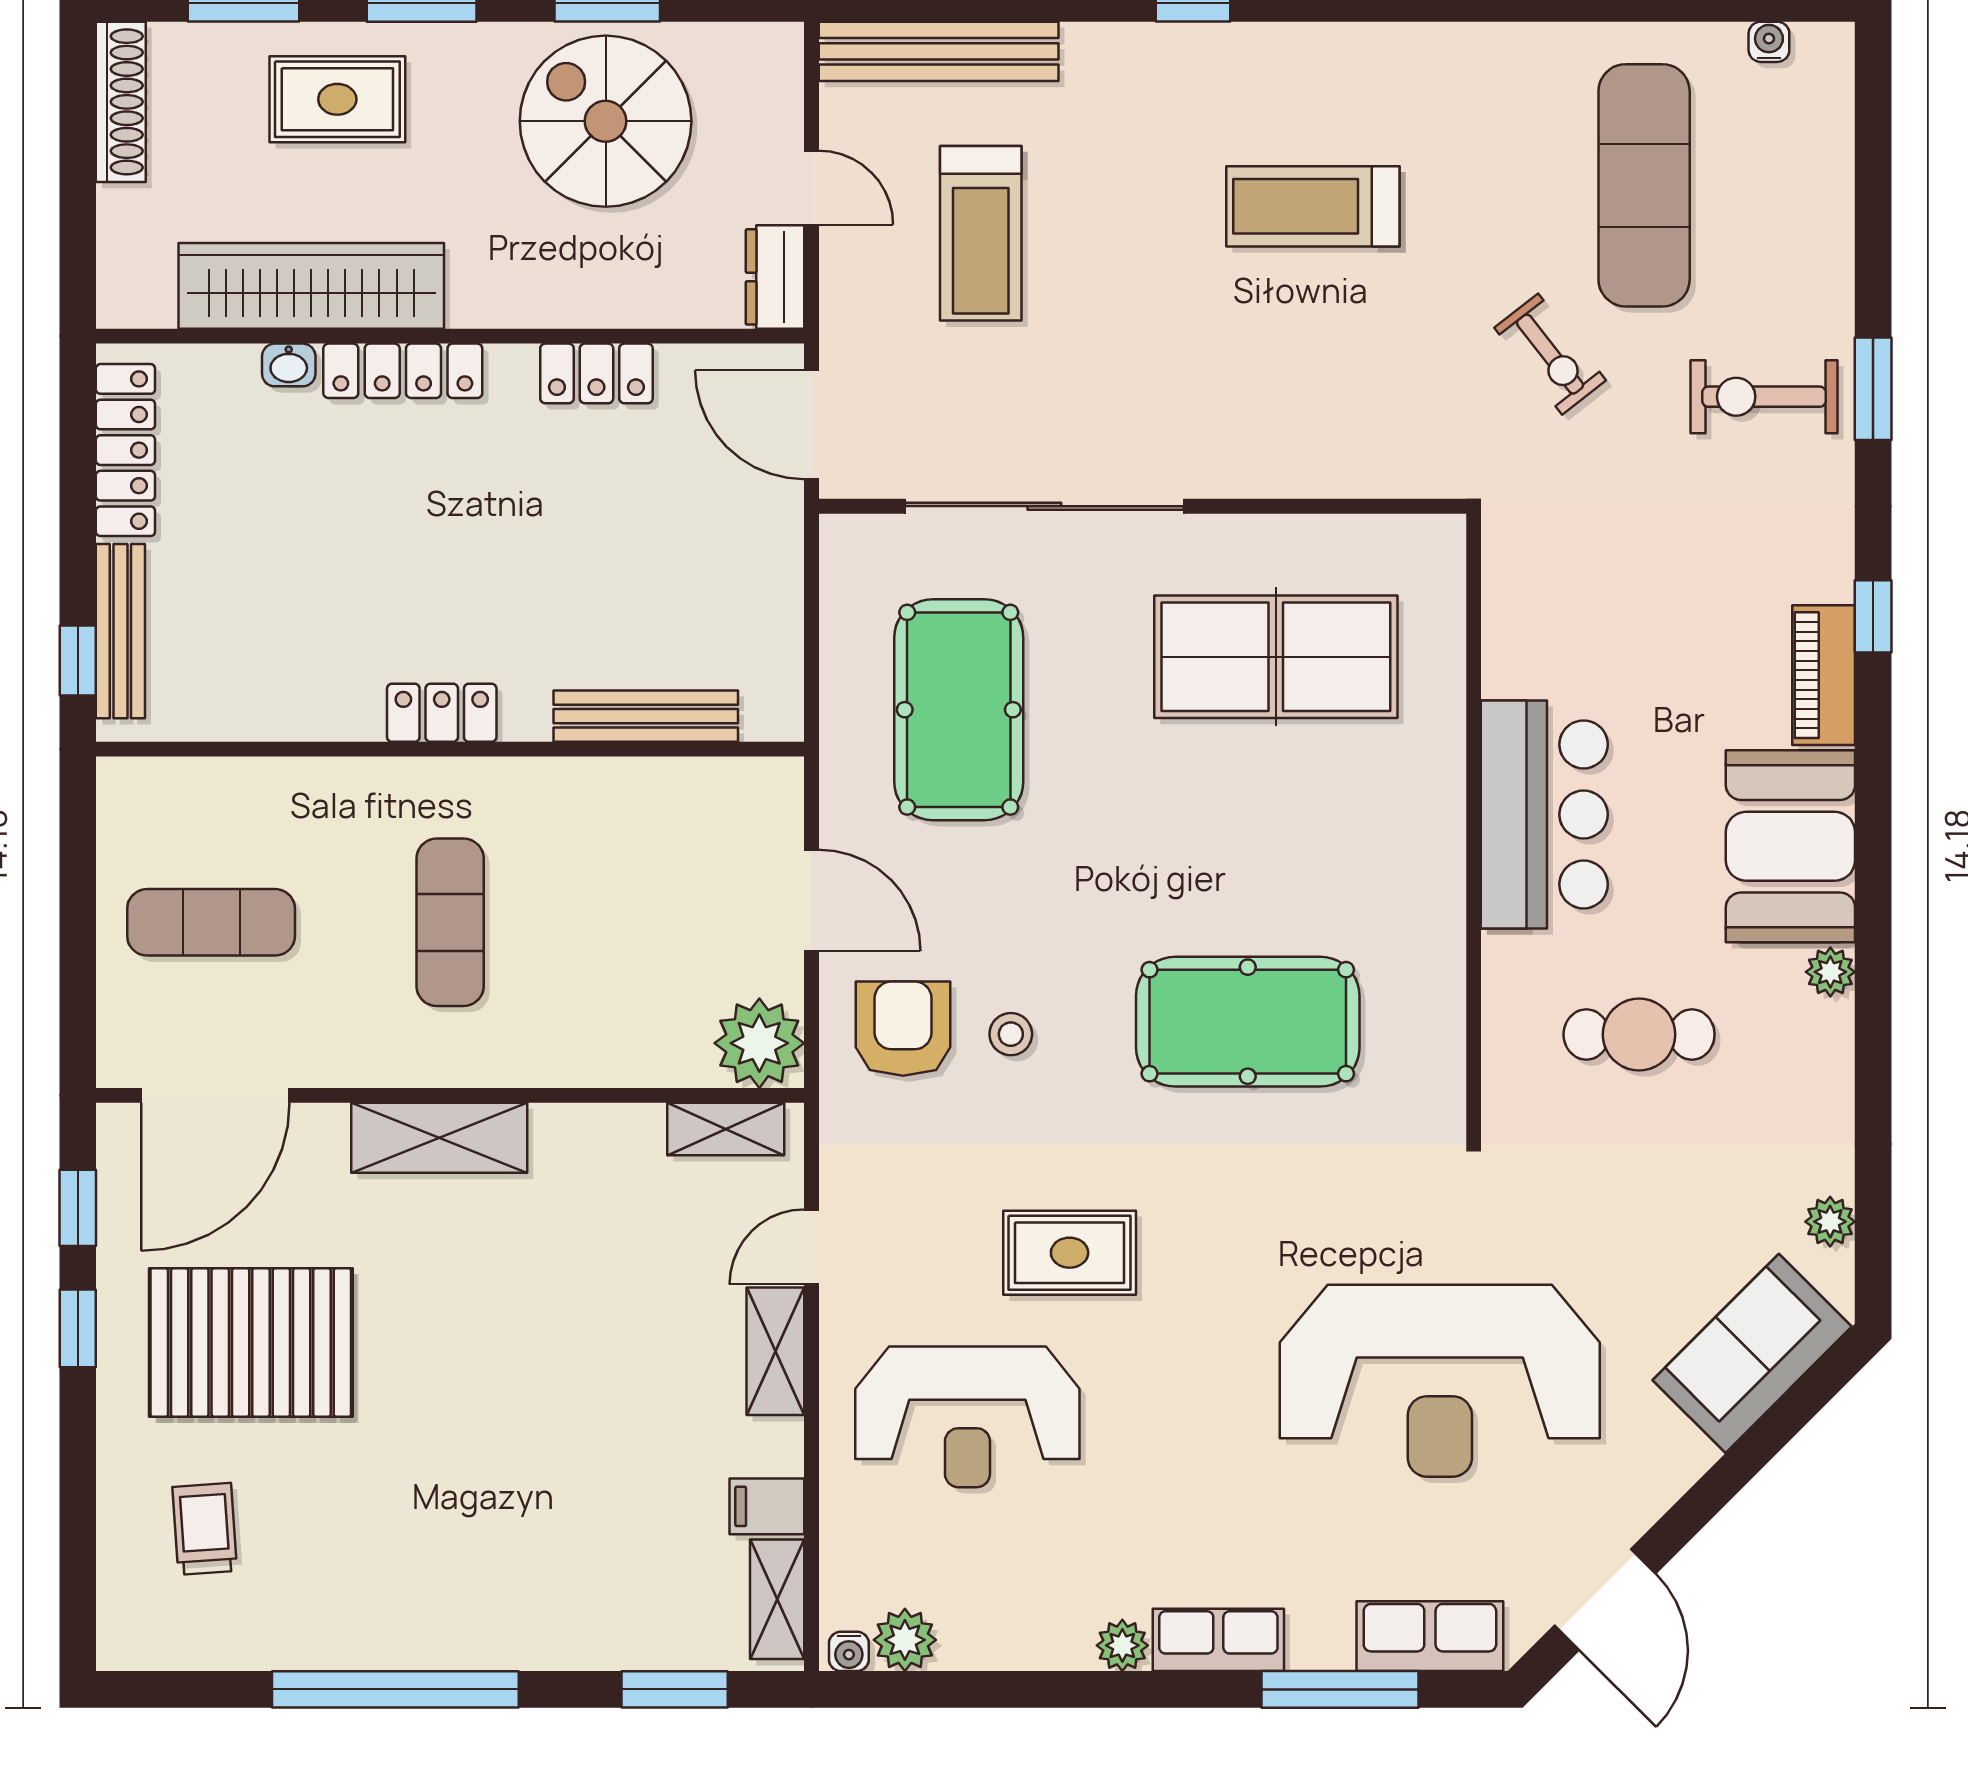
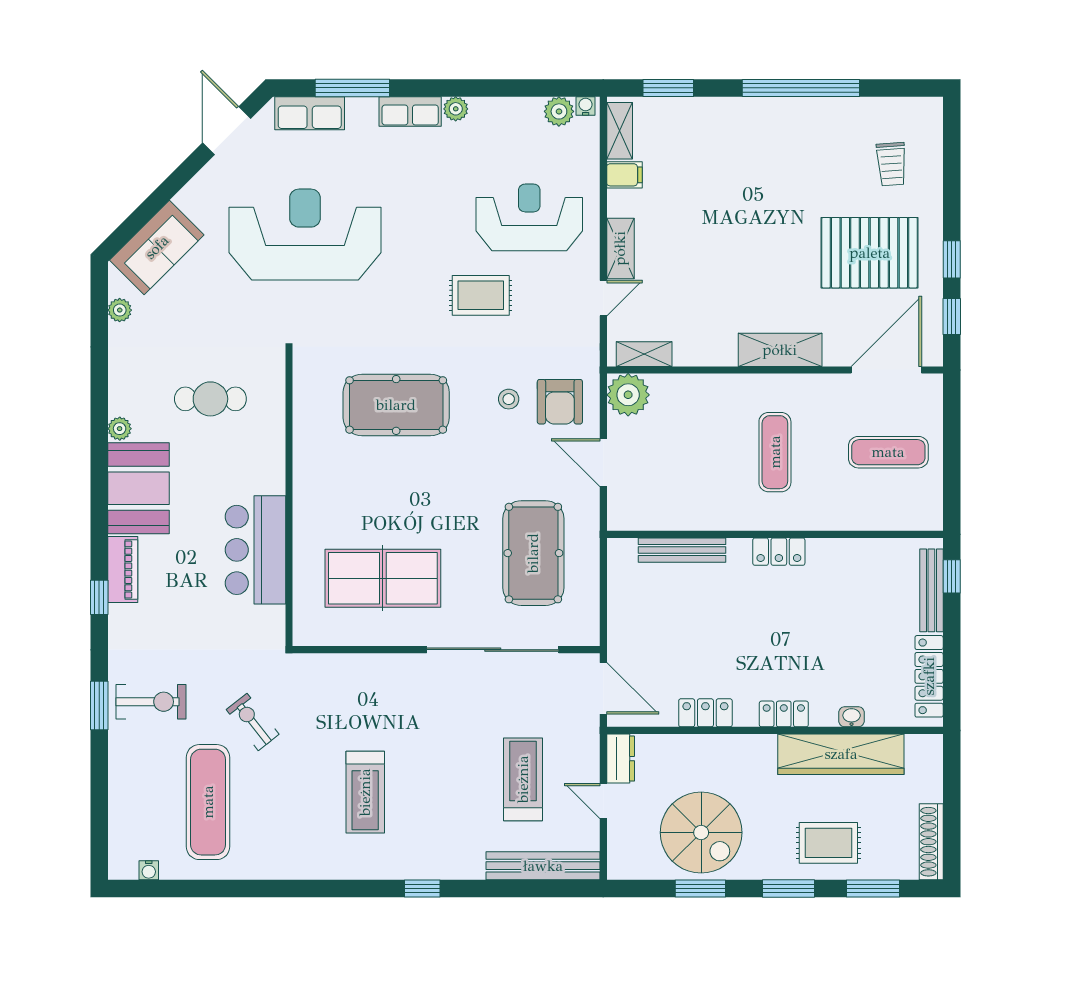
treadmill: (1313, 206) -> (365, 792), turned 90
locker: (403, 371) -> (784, 714), width x0.66
bar counter: (1544, 814) -> (255, 550), moved

